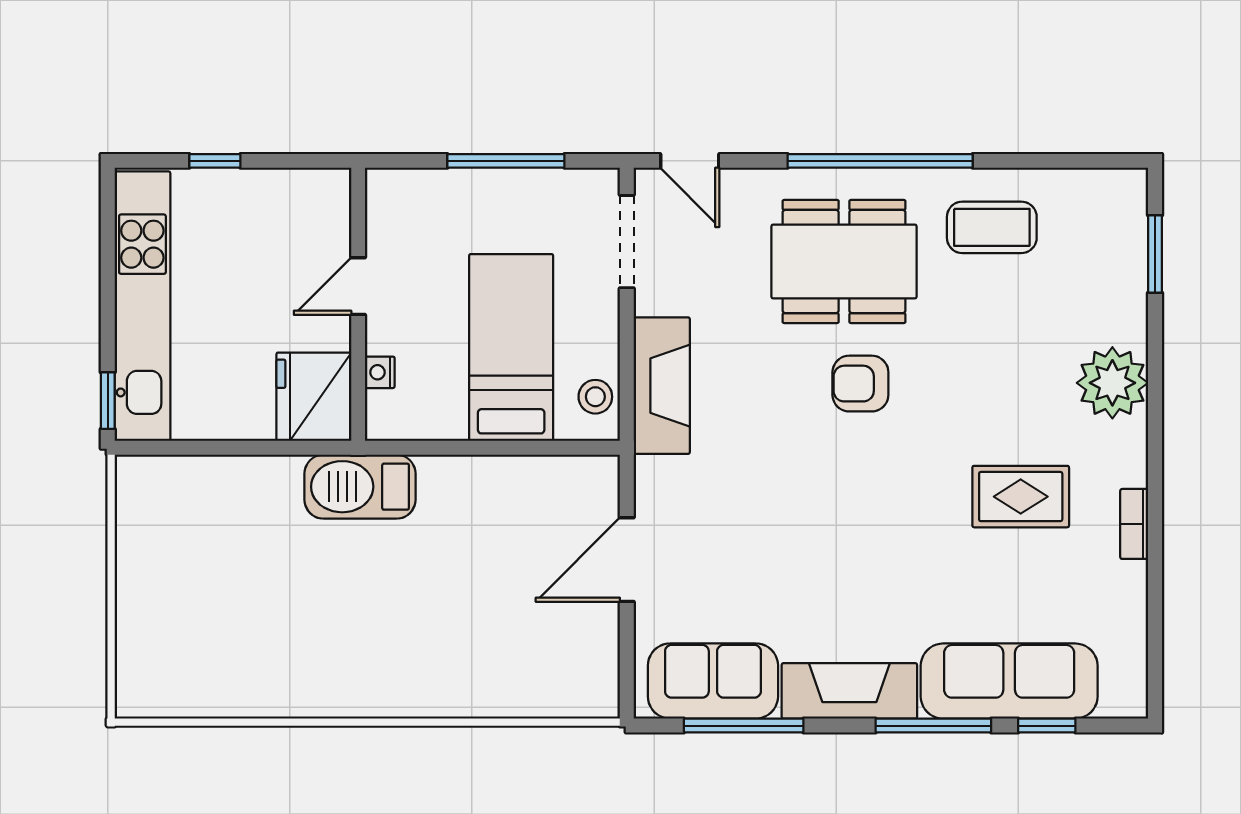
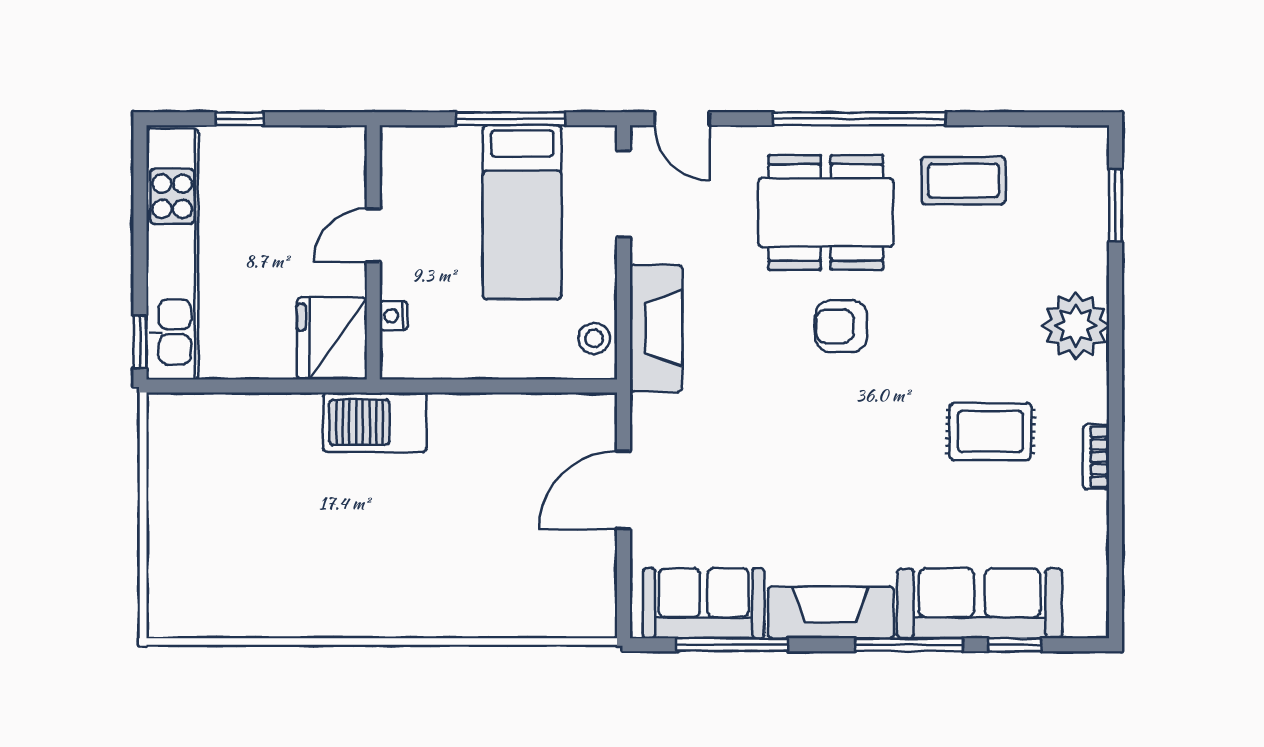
bed: (511, 347) -> (522, 212), moved, turned 180

